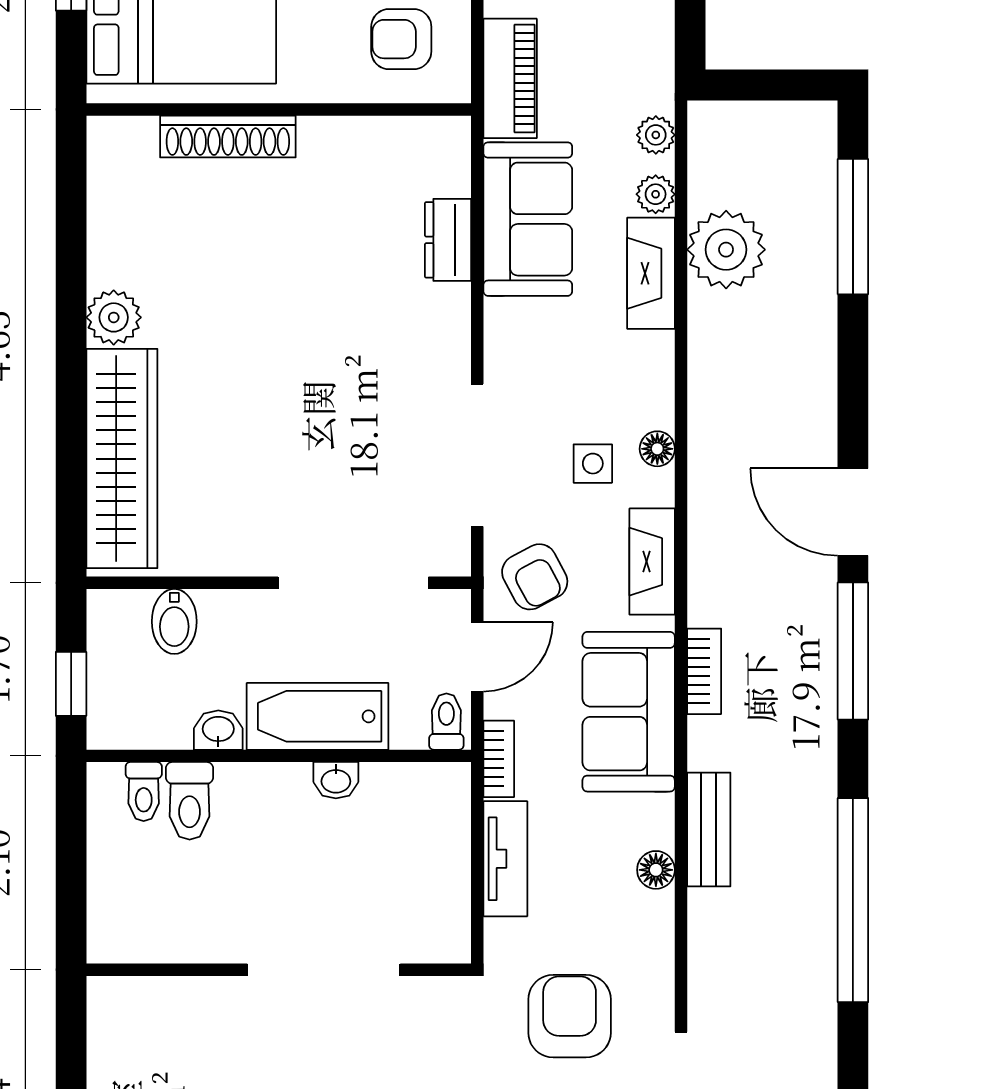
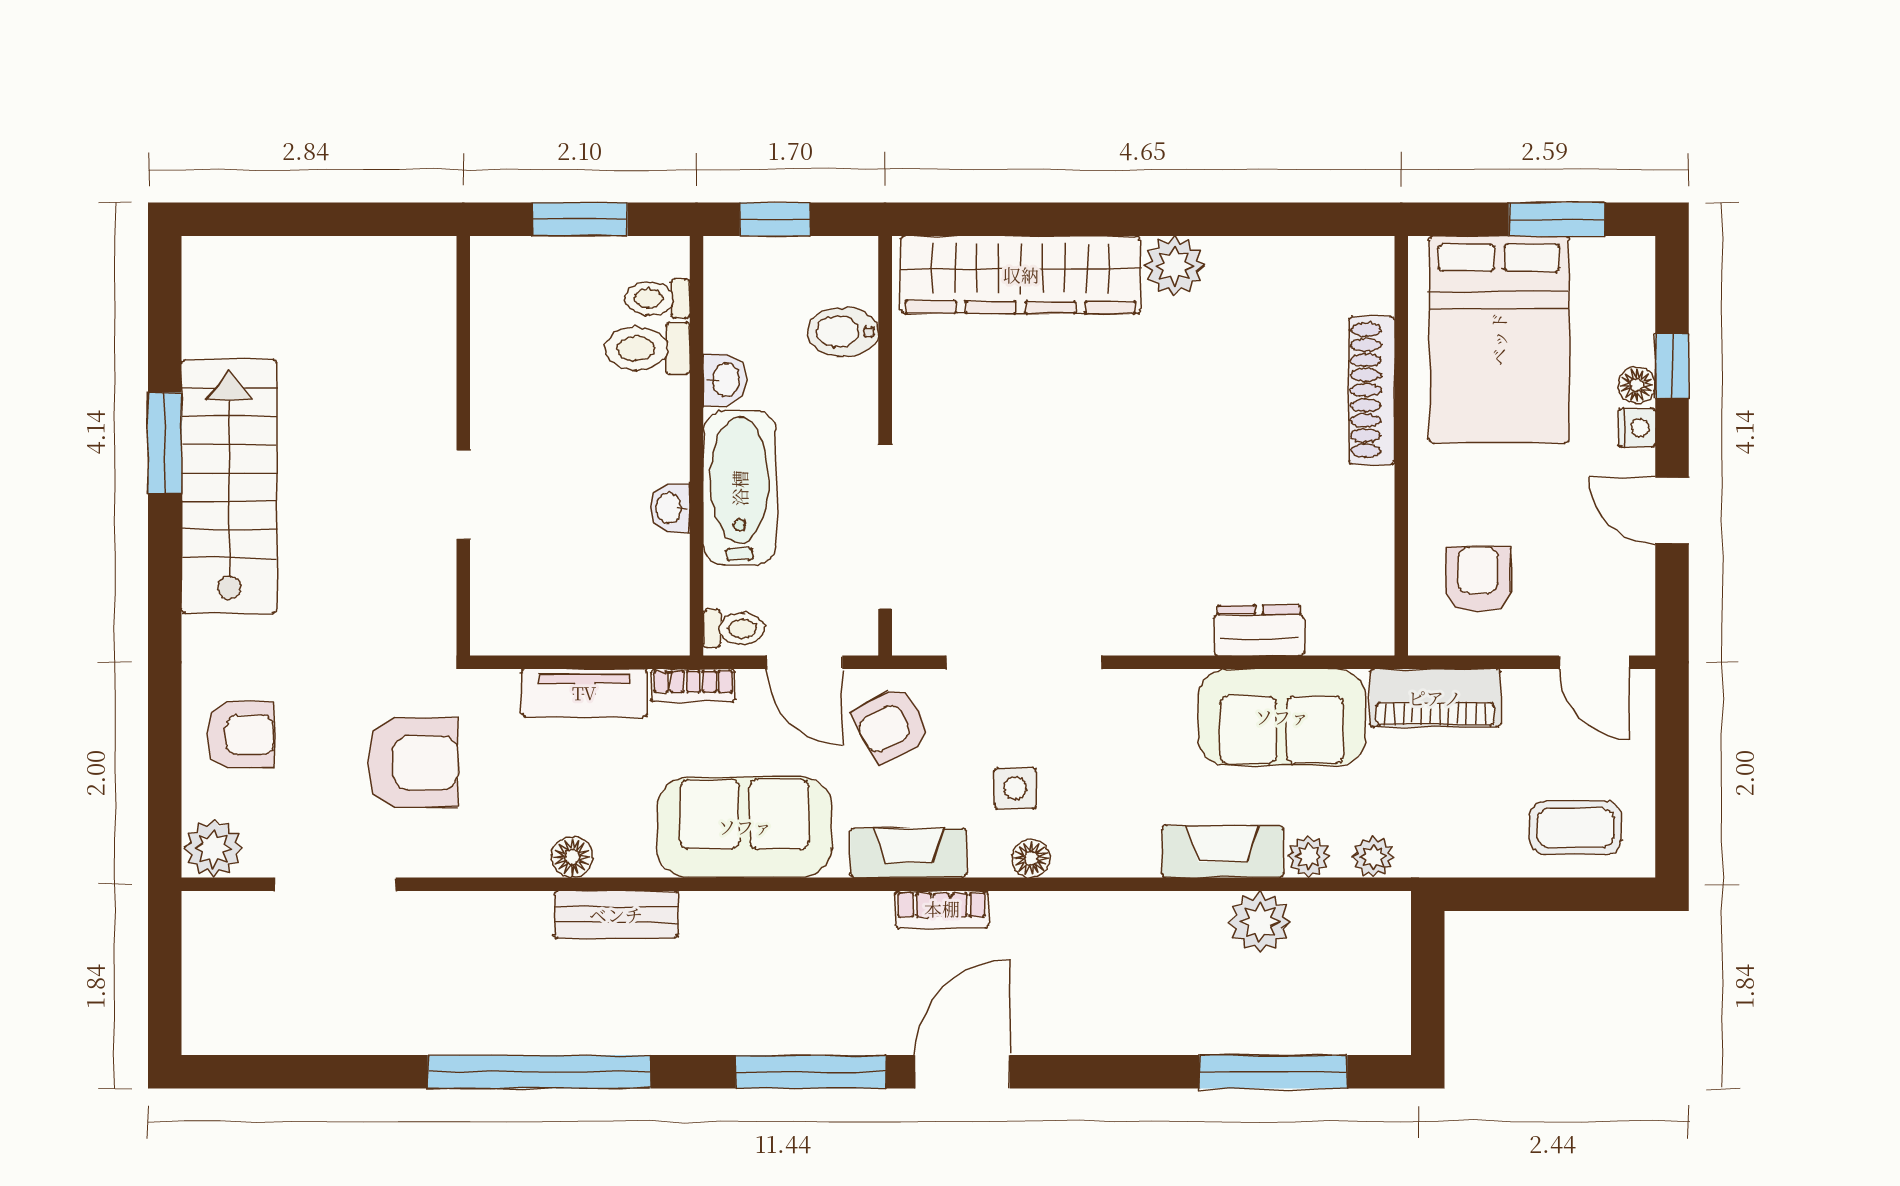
plant: (726, 250) -> (1260, 922), width x0.73, depth x0.73
bookcase: (704, 671) -> (942, 909), moved
window: (71, 863) -> (580, 219), added
doorway: (324, 970) -> (463, 495), width x0.53

